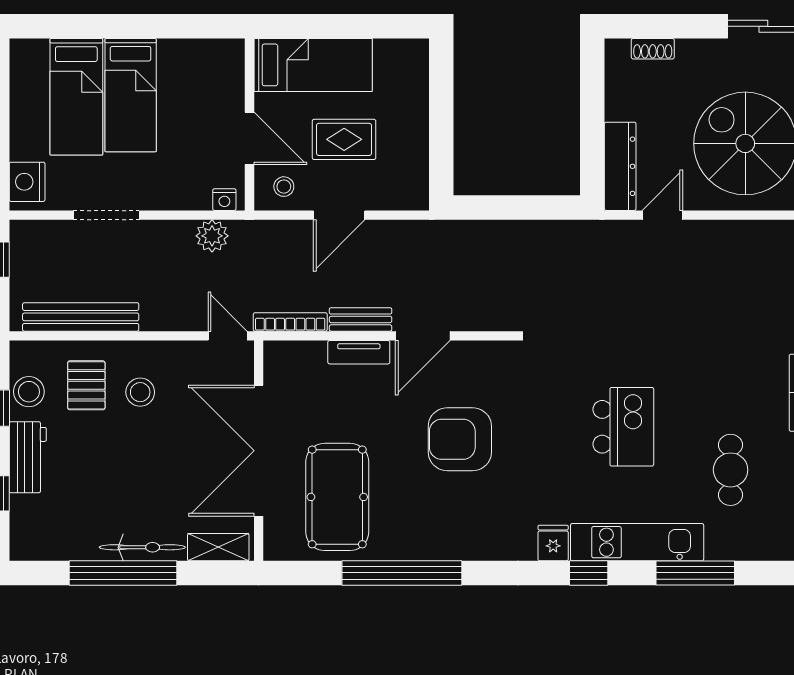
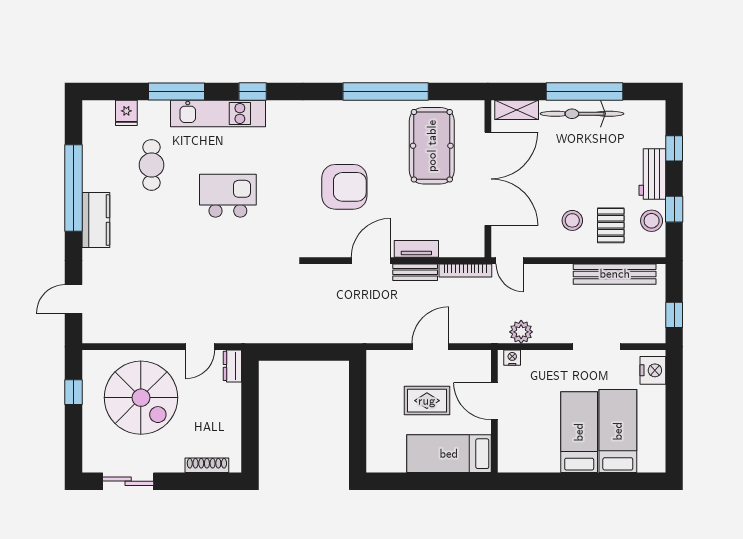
shoe rack: (653, 49) -> (207, 465), width x1.43
dresser: (620, 166) -> (232, 366), width x0.51, depth x0.80
stool: (284, 187) -> (470, 367), removed
kitchen island: (623, 427) -> (228, 196), turned 90
fridge: (553, 543) -> (126, 113), moved
bicycle: (142, 547) -> (582, 114), width x1.37, depth x1.40

